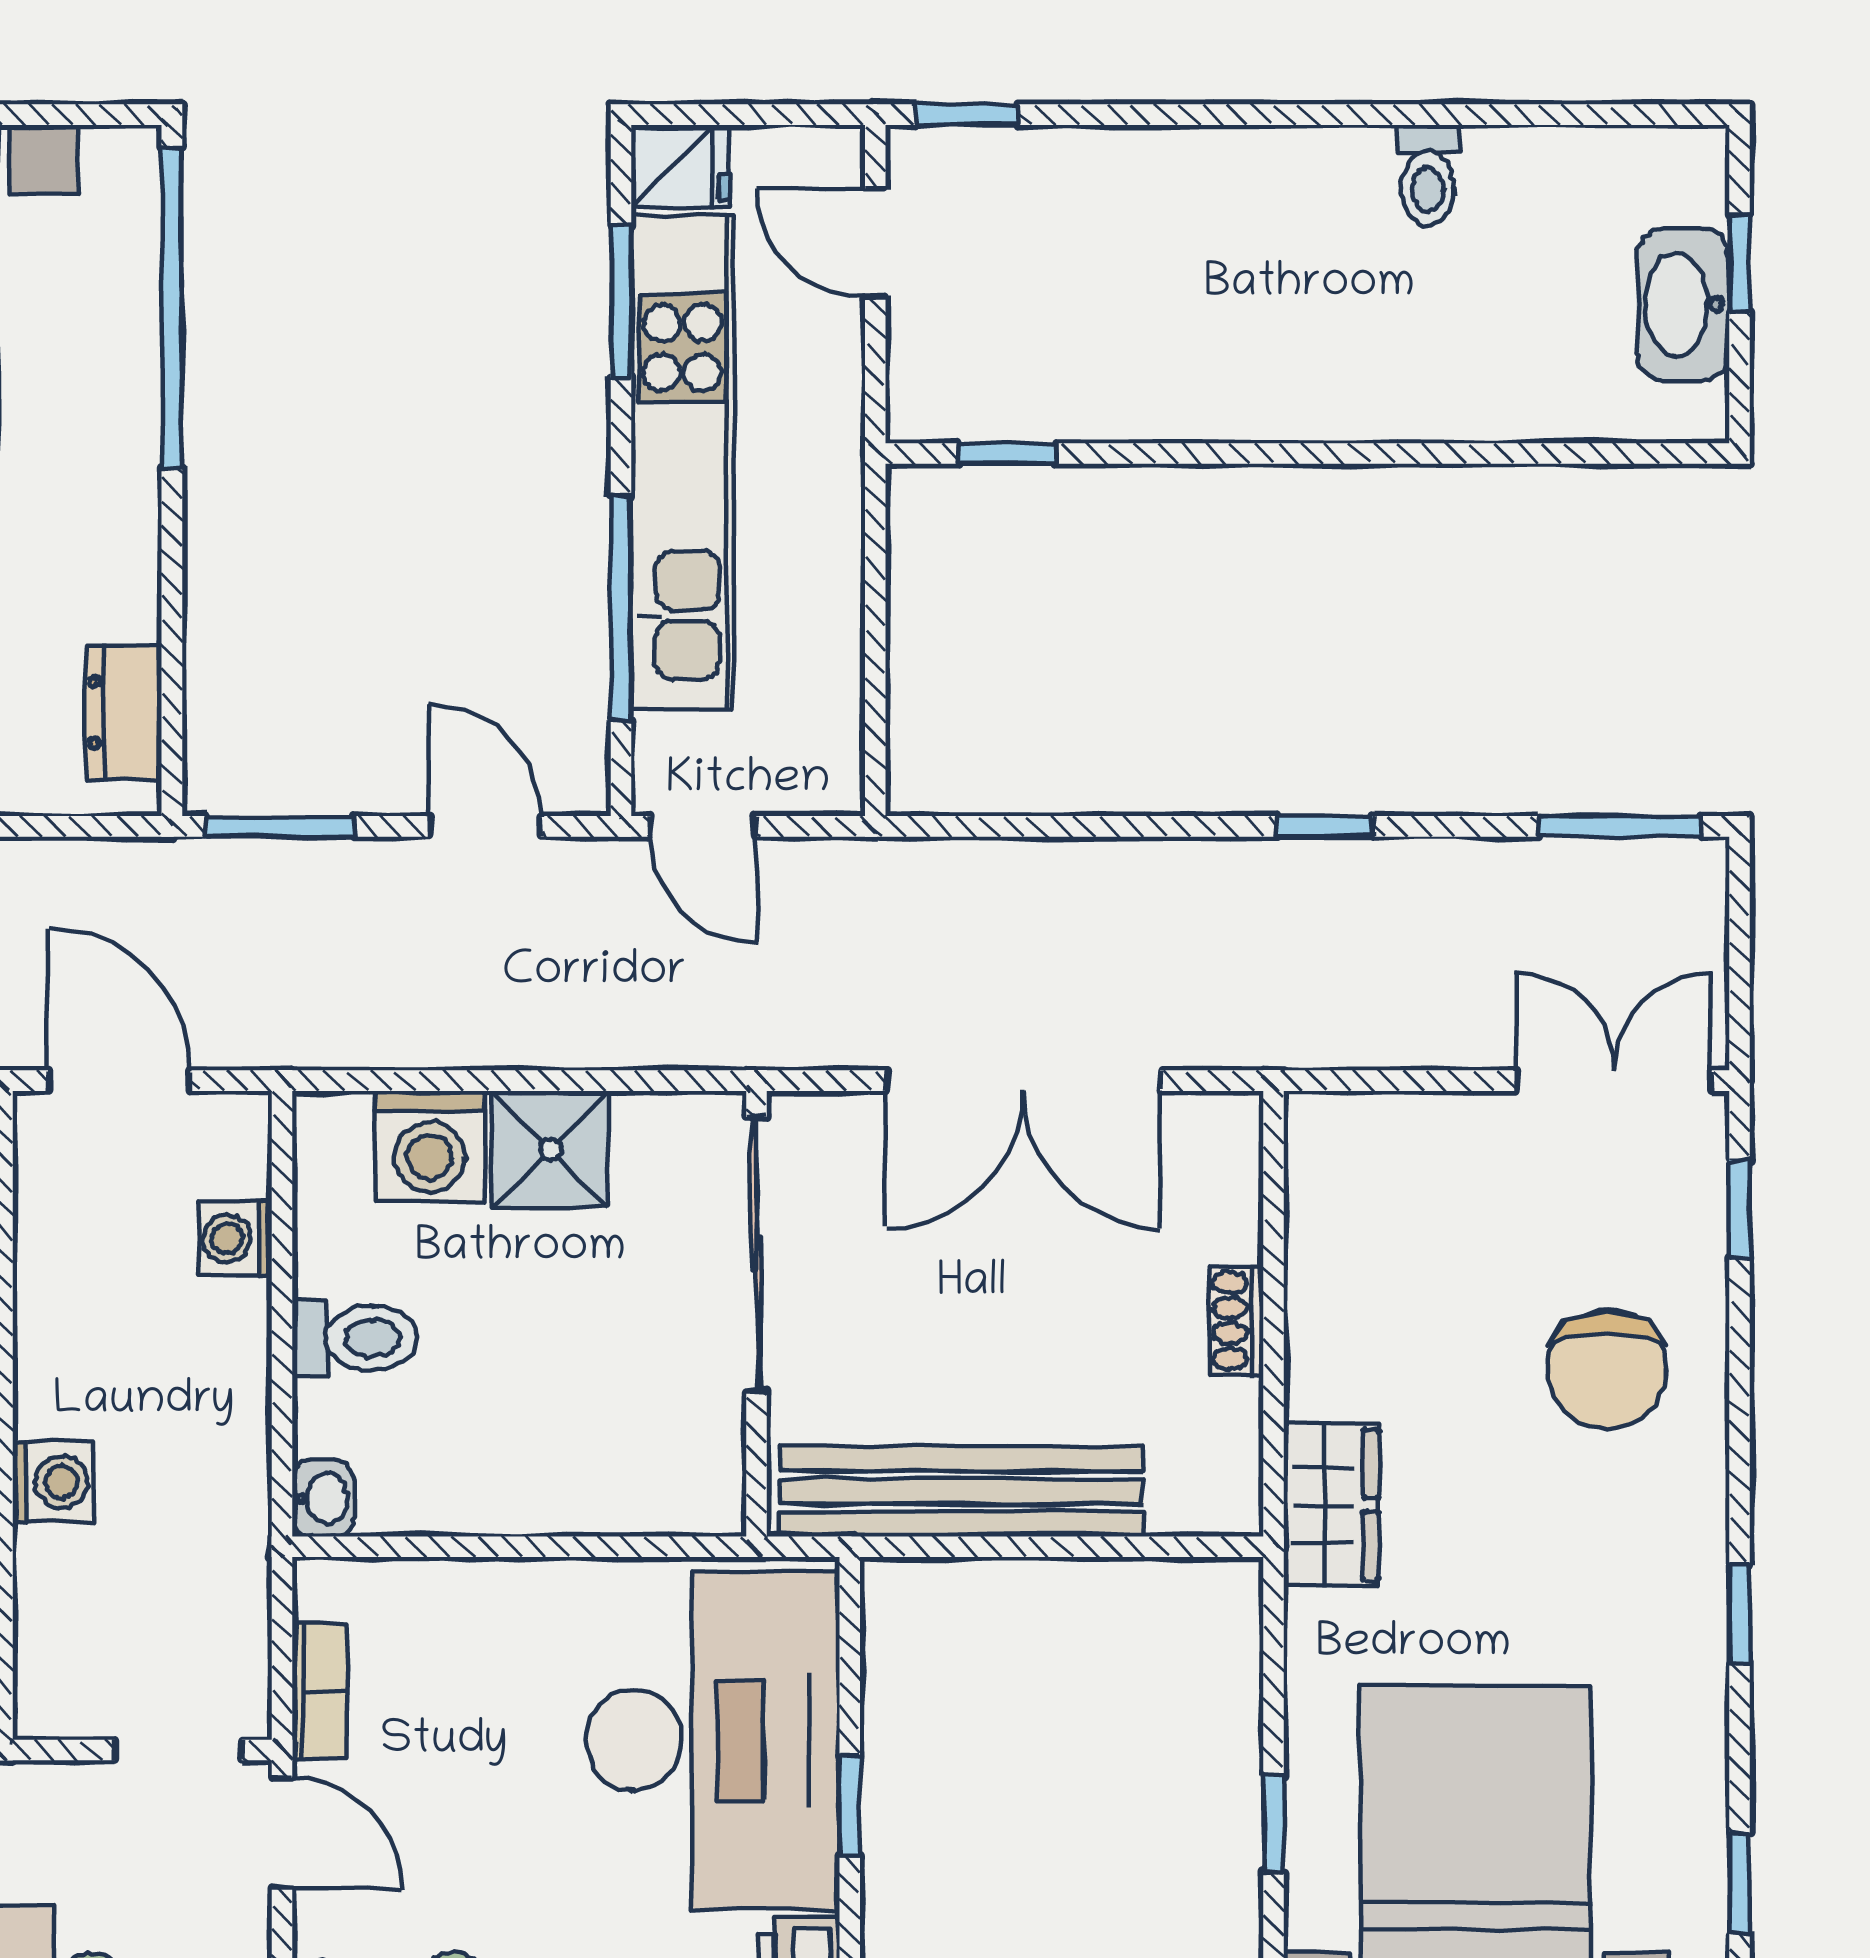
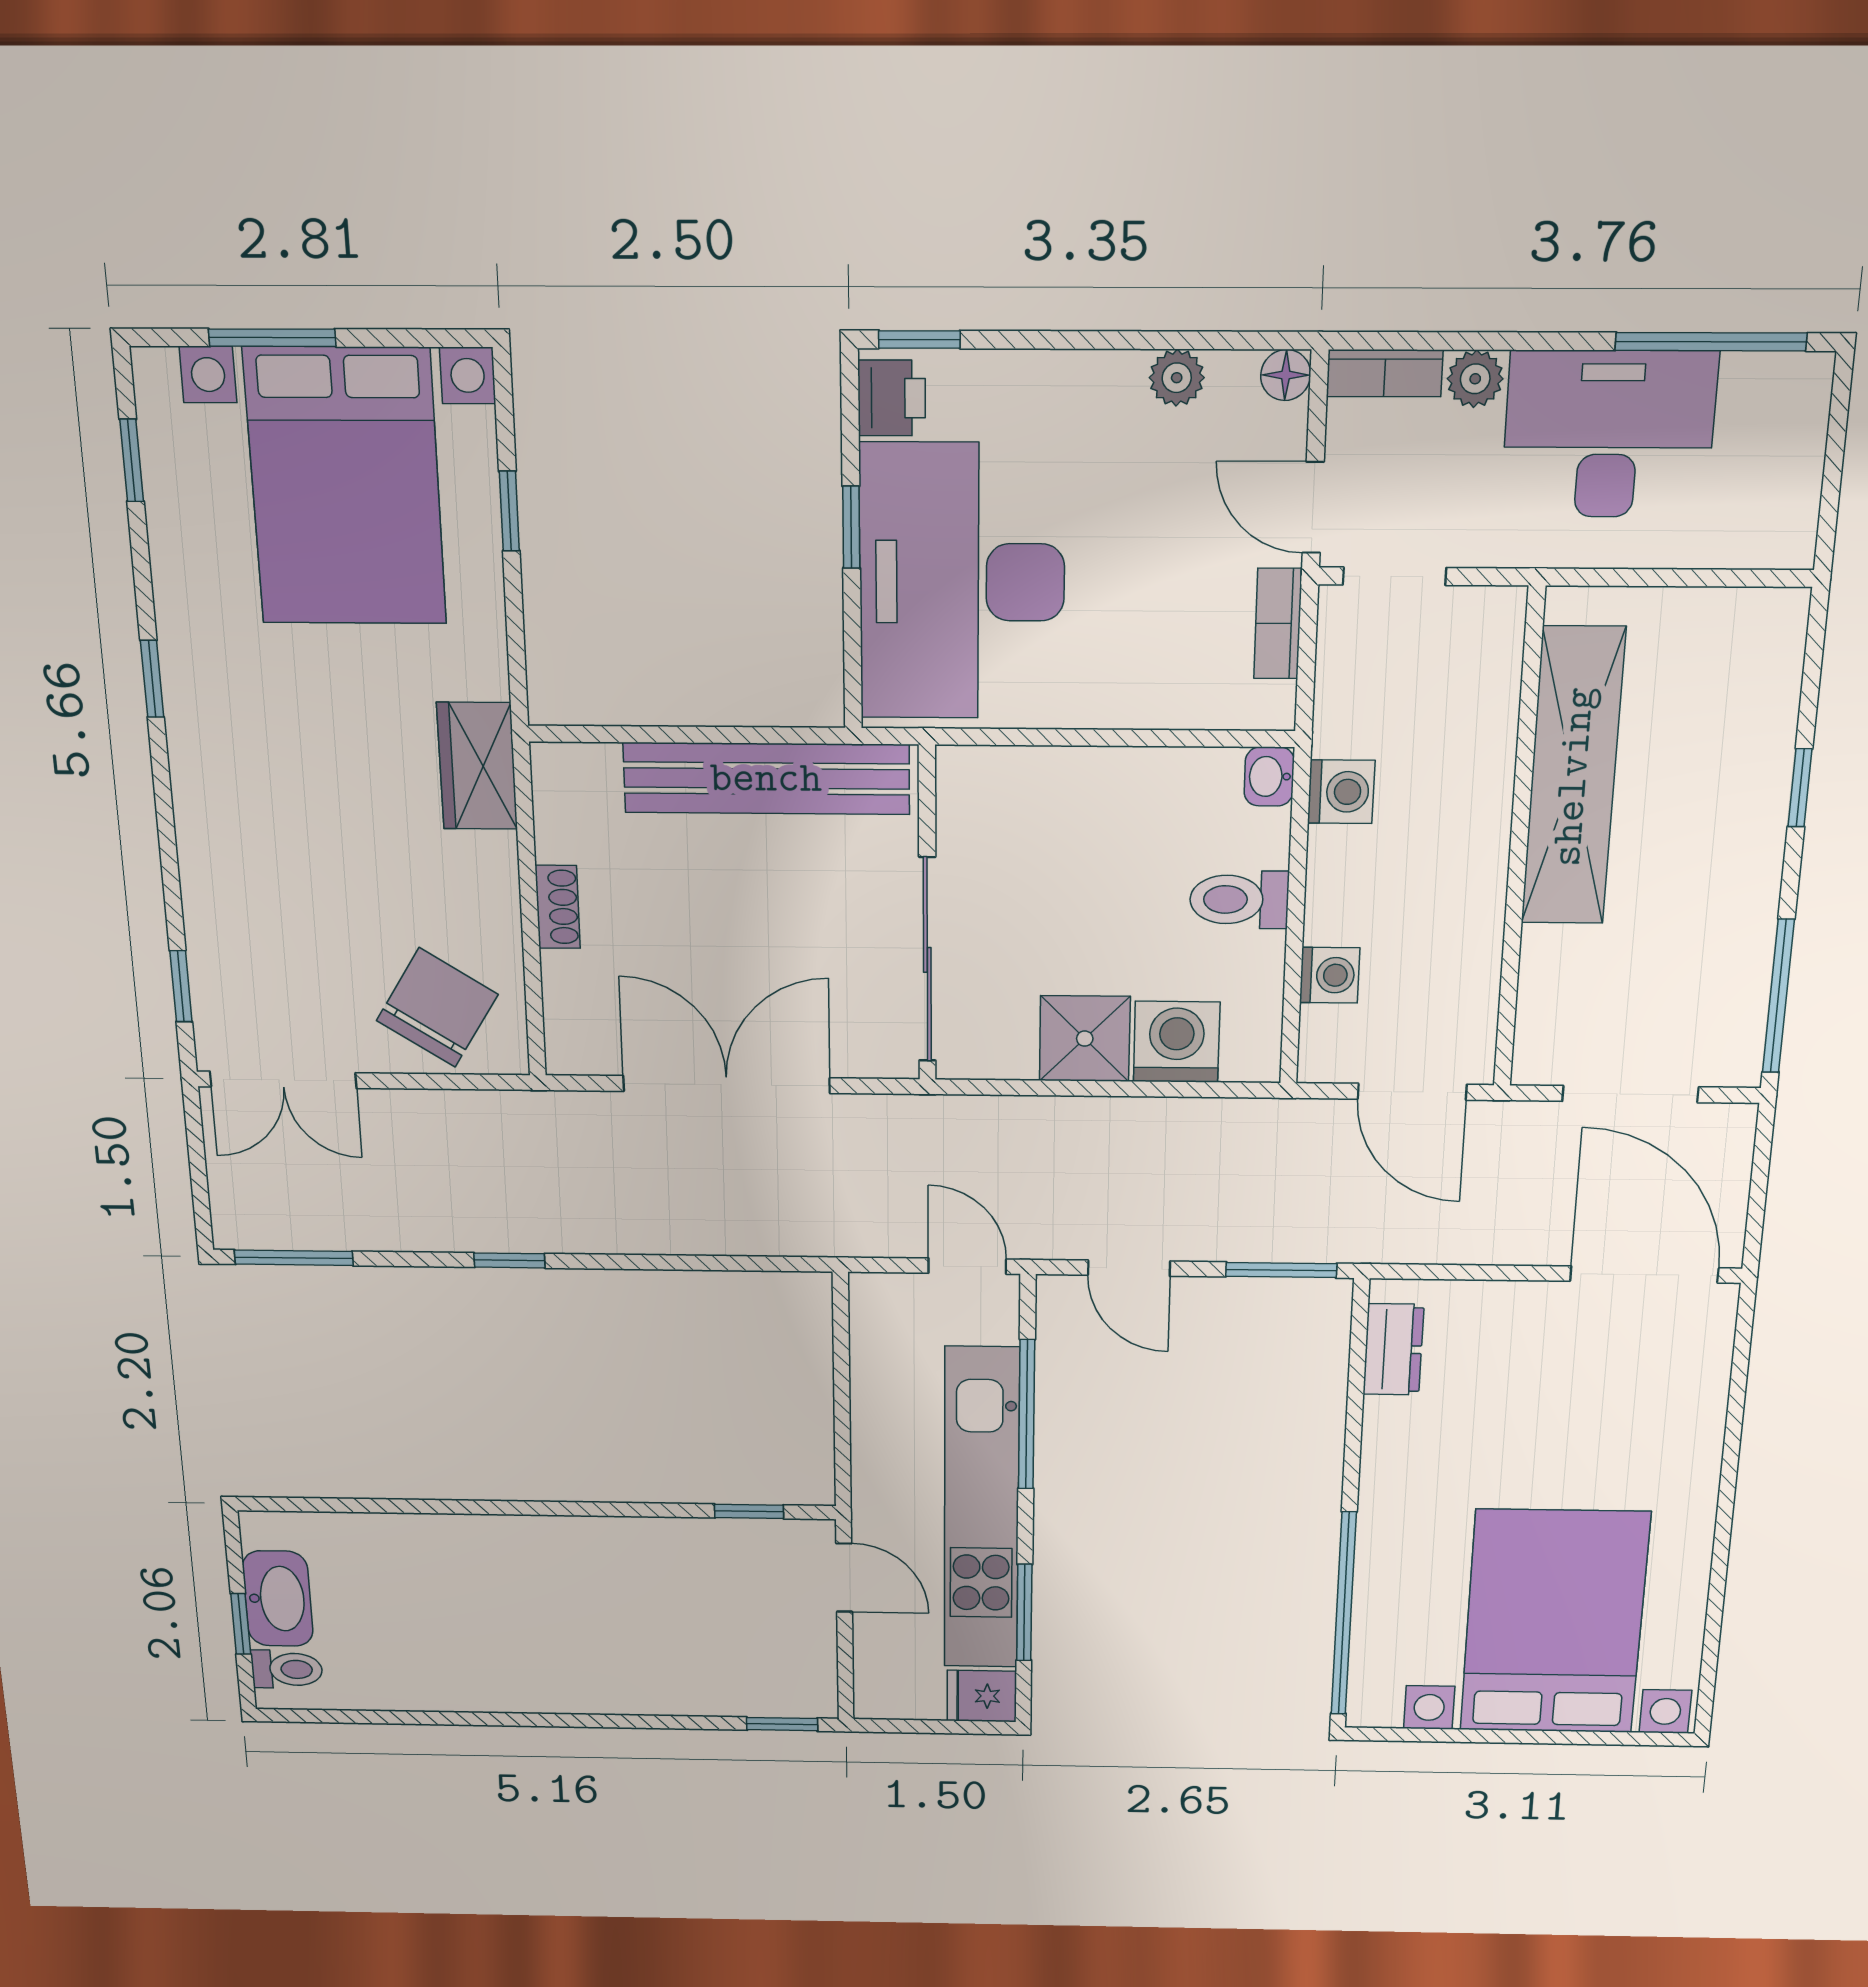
toilet: (1428, 175) -> (287, 1669), moved, turned 90
door: (875, 243) -> (844, 1578), moved
chair: (1607, 1369) -> (437, 1007), moved, turned 32
washing machine: (53, 1482) -> (1341, 792), moved, turned 180

